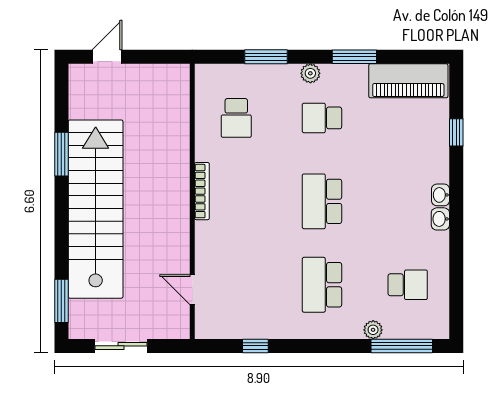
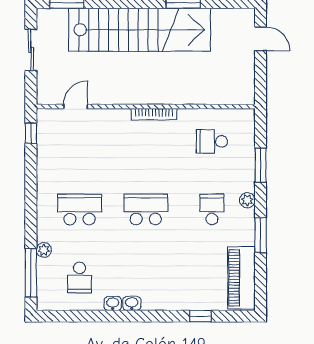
washbasin: (441, 195) -> (113, 304), moved
window: (255, 346) -> (31, 133), moved

